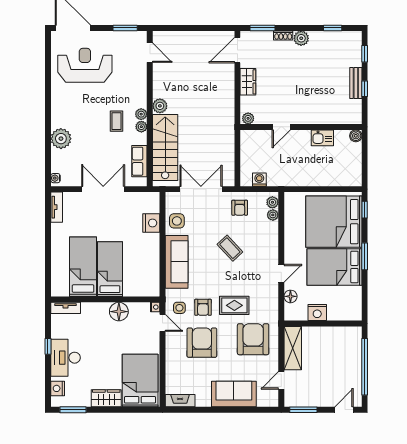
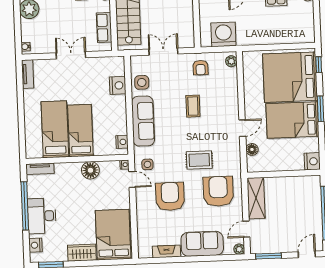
washing machine: (259, 180) -> (223, 34), width x1.89, depth x1.89
double door: (103, 189) -> (71, 55), width x0.73
double door: (201, 189) -> (163, 52), width x0.73
plant: (273, 215) -> (239, 249), moved
coffee table: (230, 248) -> (193, 106), turned 43
nightstand: (153, 283) -> (122, 142), added
armchair: (203, 307) -> (170, 163), removed
nightstand: (317, 312) -> (312, 161), moved, turned -90
window: (48, 346) -> (25, 206), width x3.17
fireplace: (180, 401) -> (166, 251), moved

